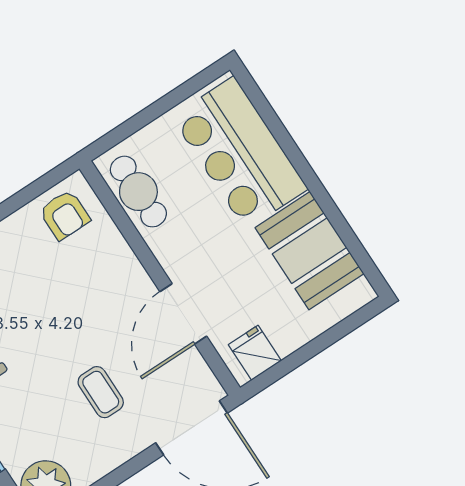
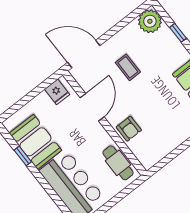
armchair: (65, 215) -> (129, 129), moved, turned 180
window: (339, 223) -> (23, 156), added

